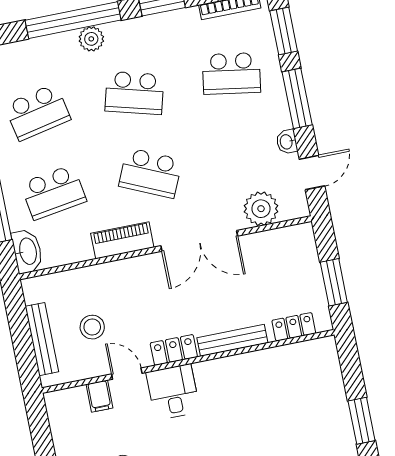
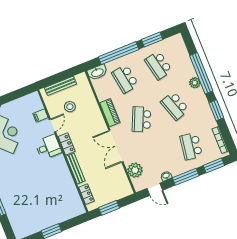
school desk: (134, 93) -> (175, 106), turned -33

